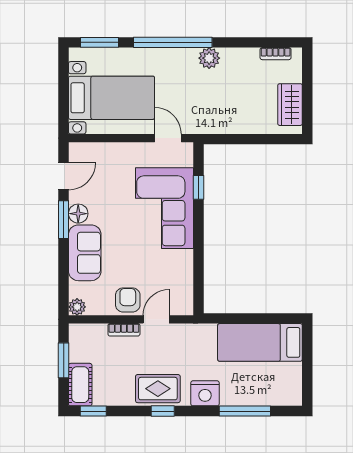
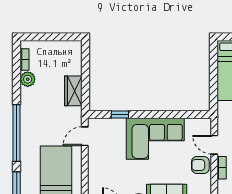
plant: (209, 58) -> (28, 79), moved
wardrobe: (290, 105) -> (73, 91), moved, turned 90
corner sofa: (165, 208) -> (155, 139), moved

